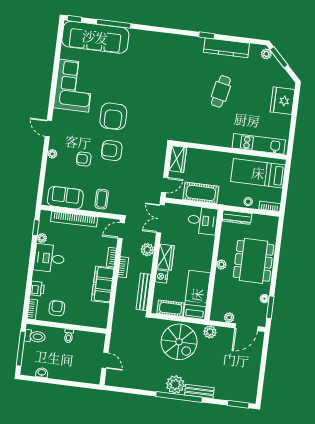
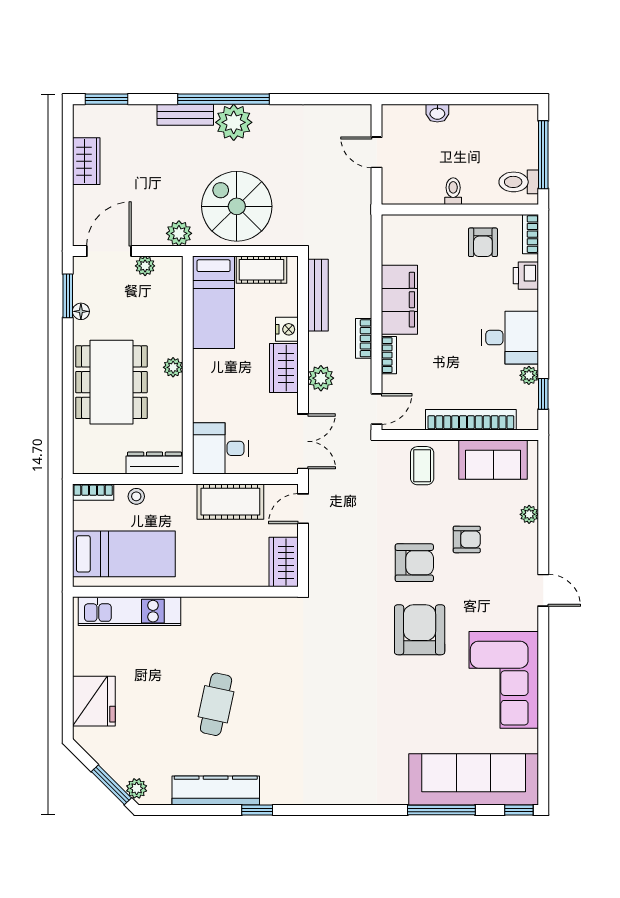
plant: (52, 154) -> (529, 514), moved
washbasin: (42, 373) -> (437, 113), moved
wardrobe: (252, 374) -> (86, 161), added

